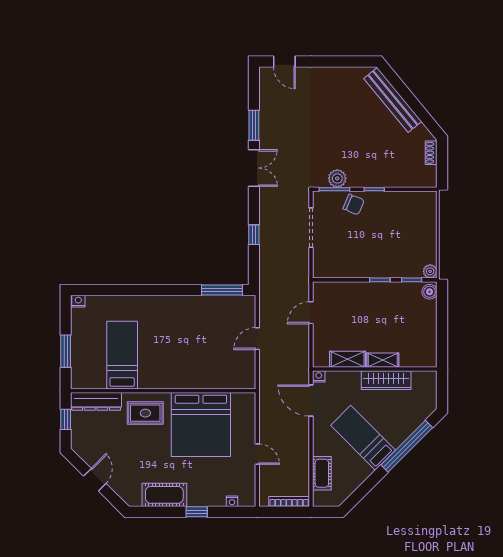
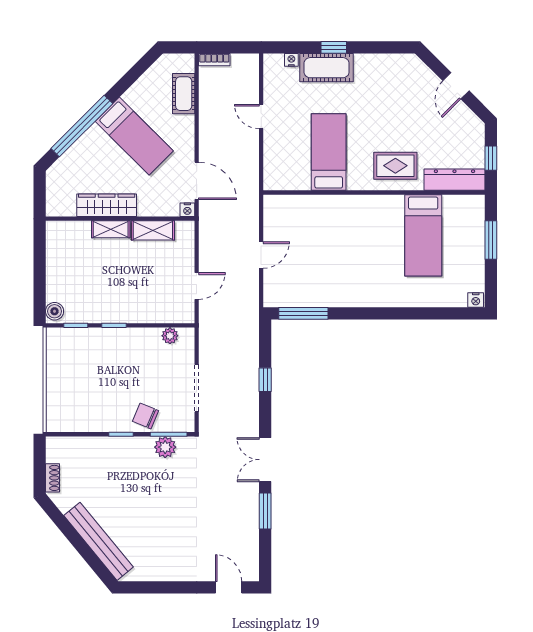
plant: (430, 271) -> (170, 336), moved
bed: (201, 425) -> (329, 152), width x0.49
cot: (164, 495) -> (327, 68), moved
bookcase: (289, 502) -> (214, 60), width x0.64

